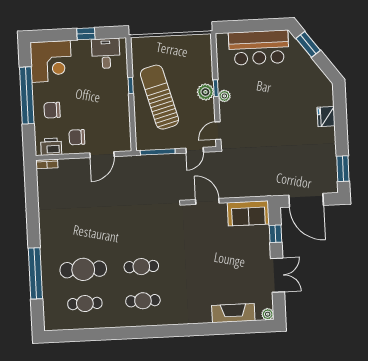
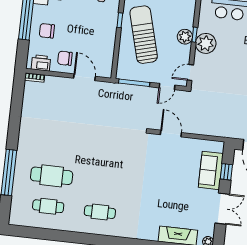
plant: (224, 96) -> (206, 43), width x1.88, depth x1.88
door: (102, 155) -> (85, 77), swing flipped
sofa: (248, 213) -> (211, 170), moved, turned 90
cafe table: (141, 267) -> (103, 182), removed

